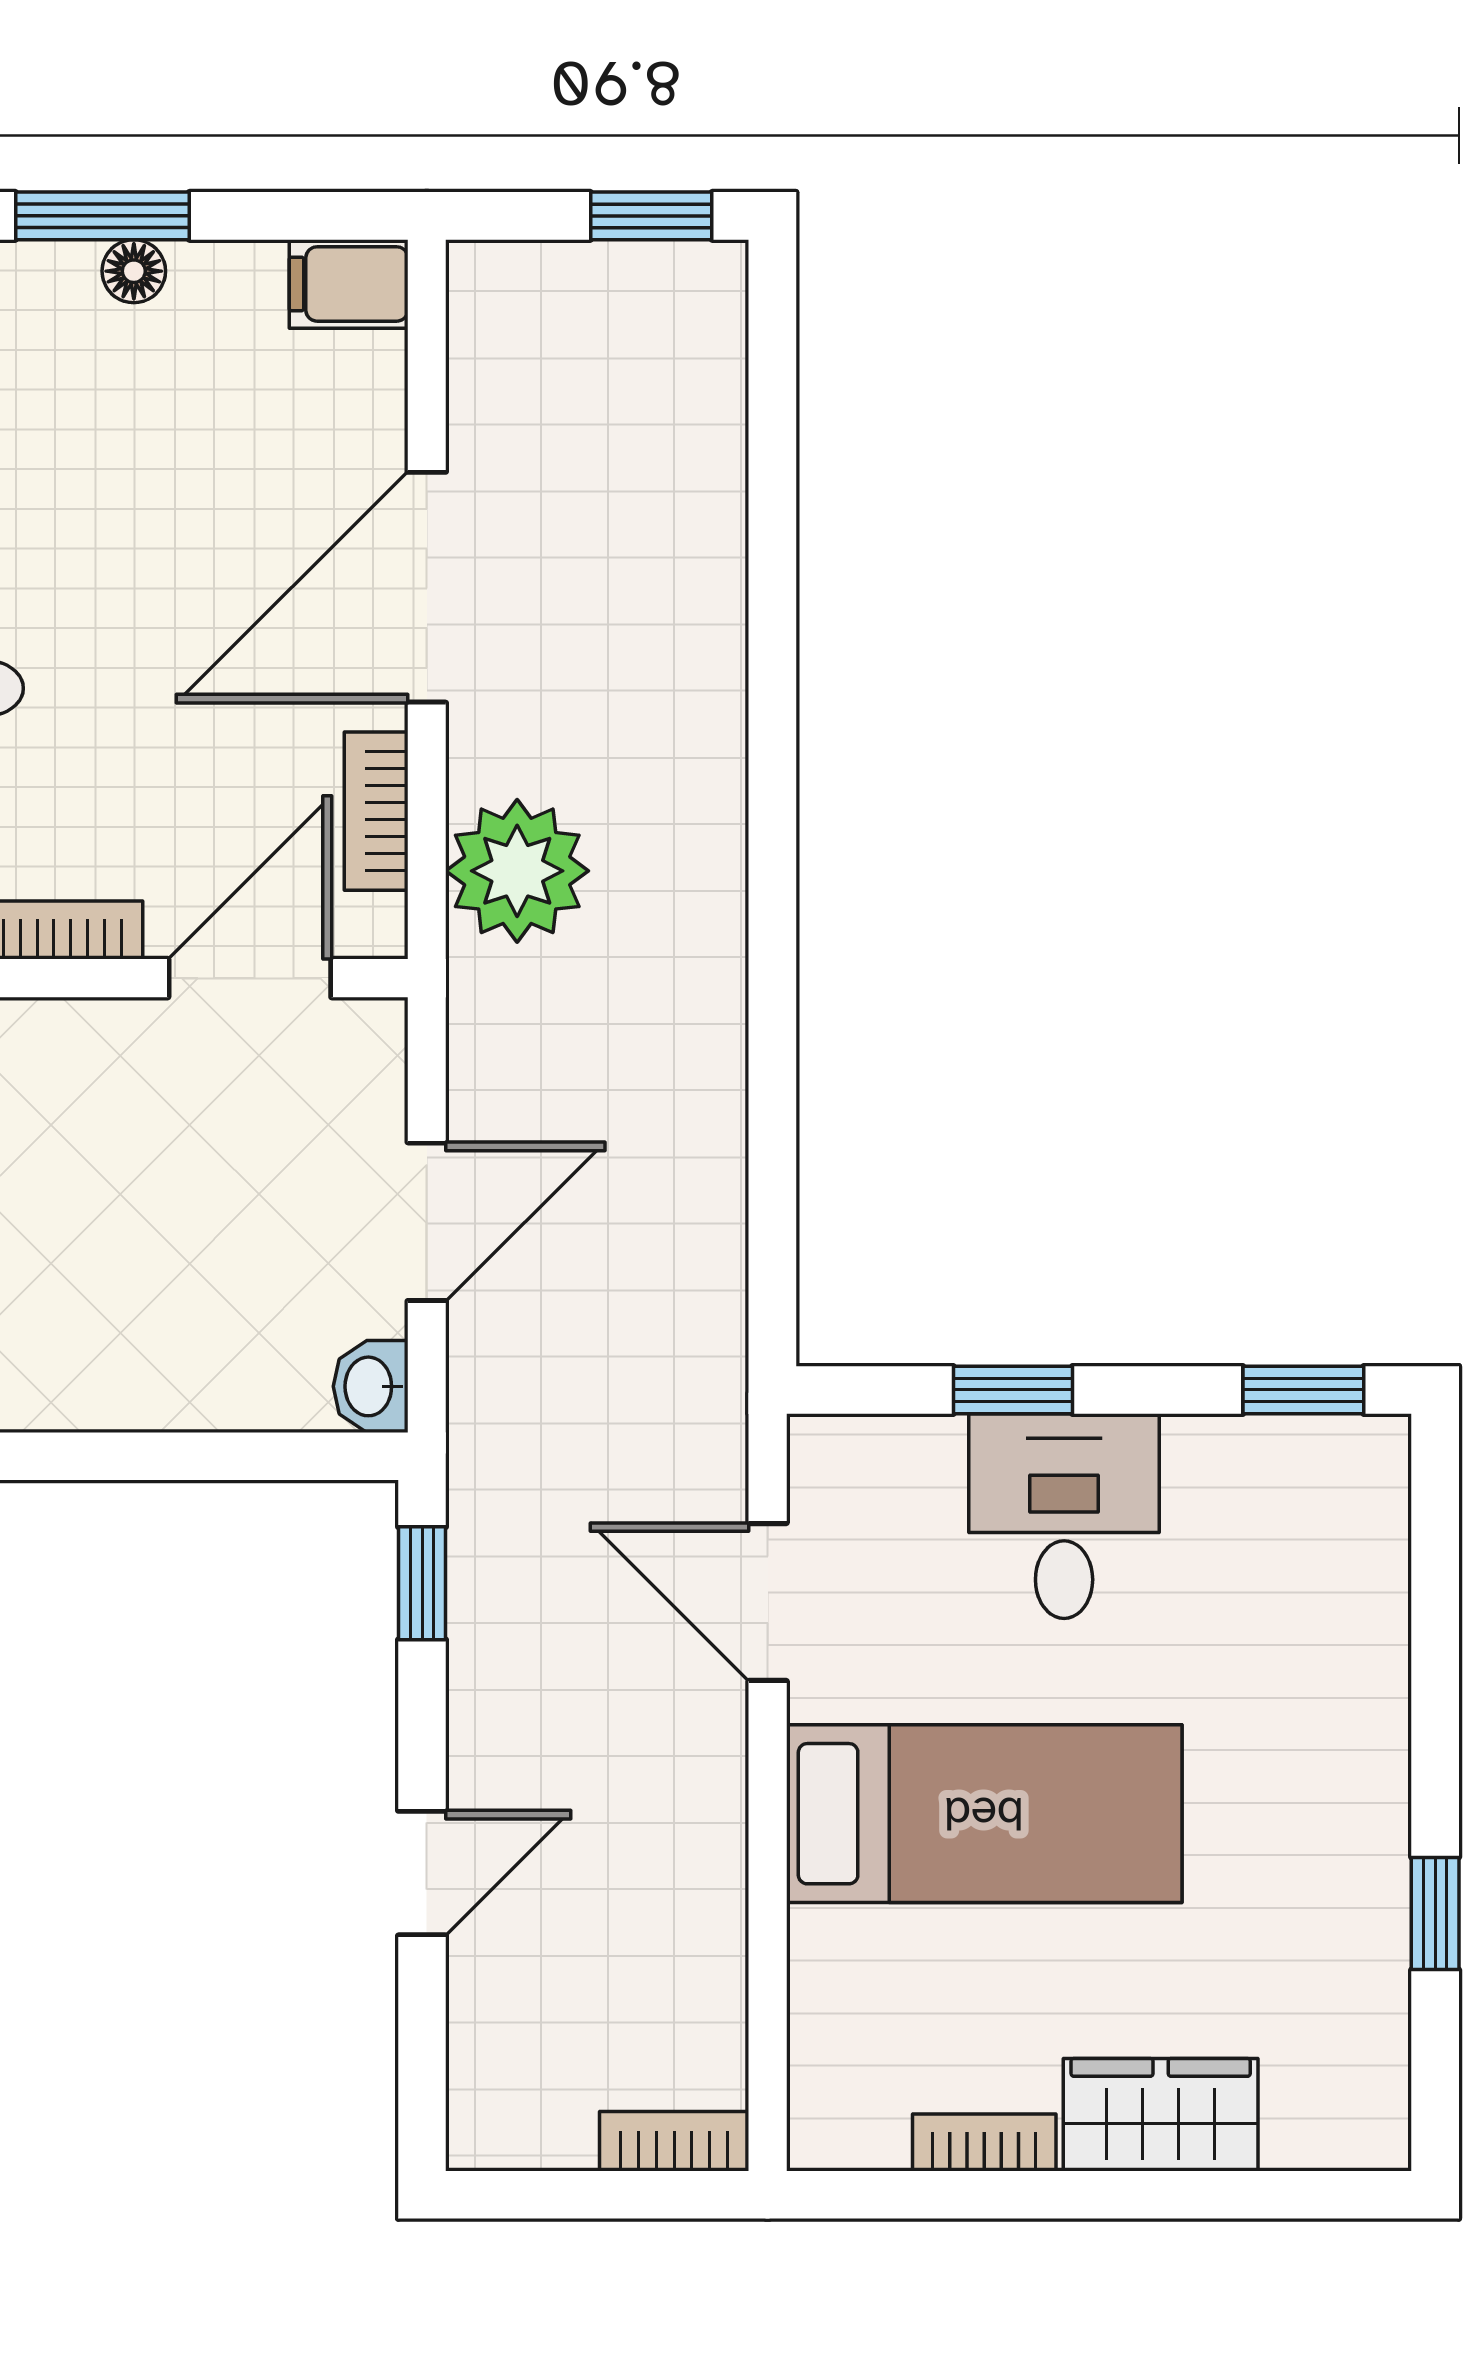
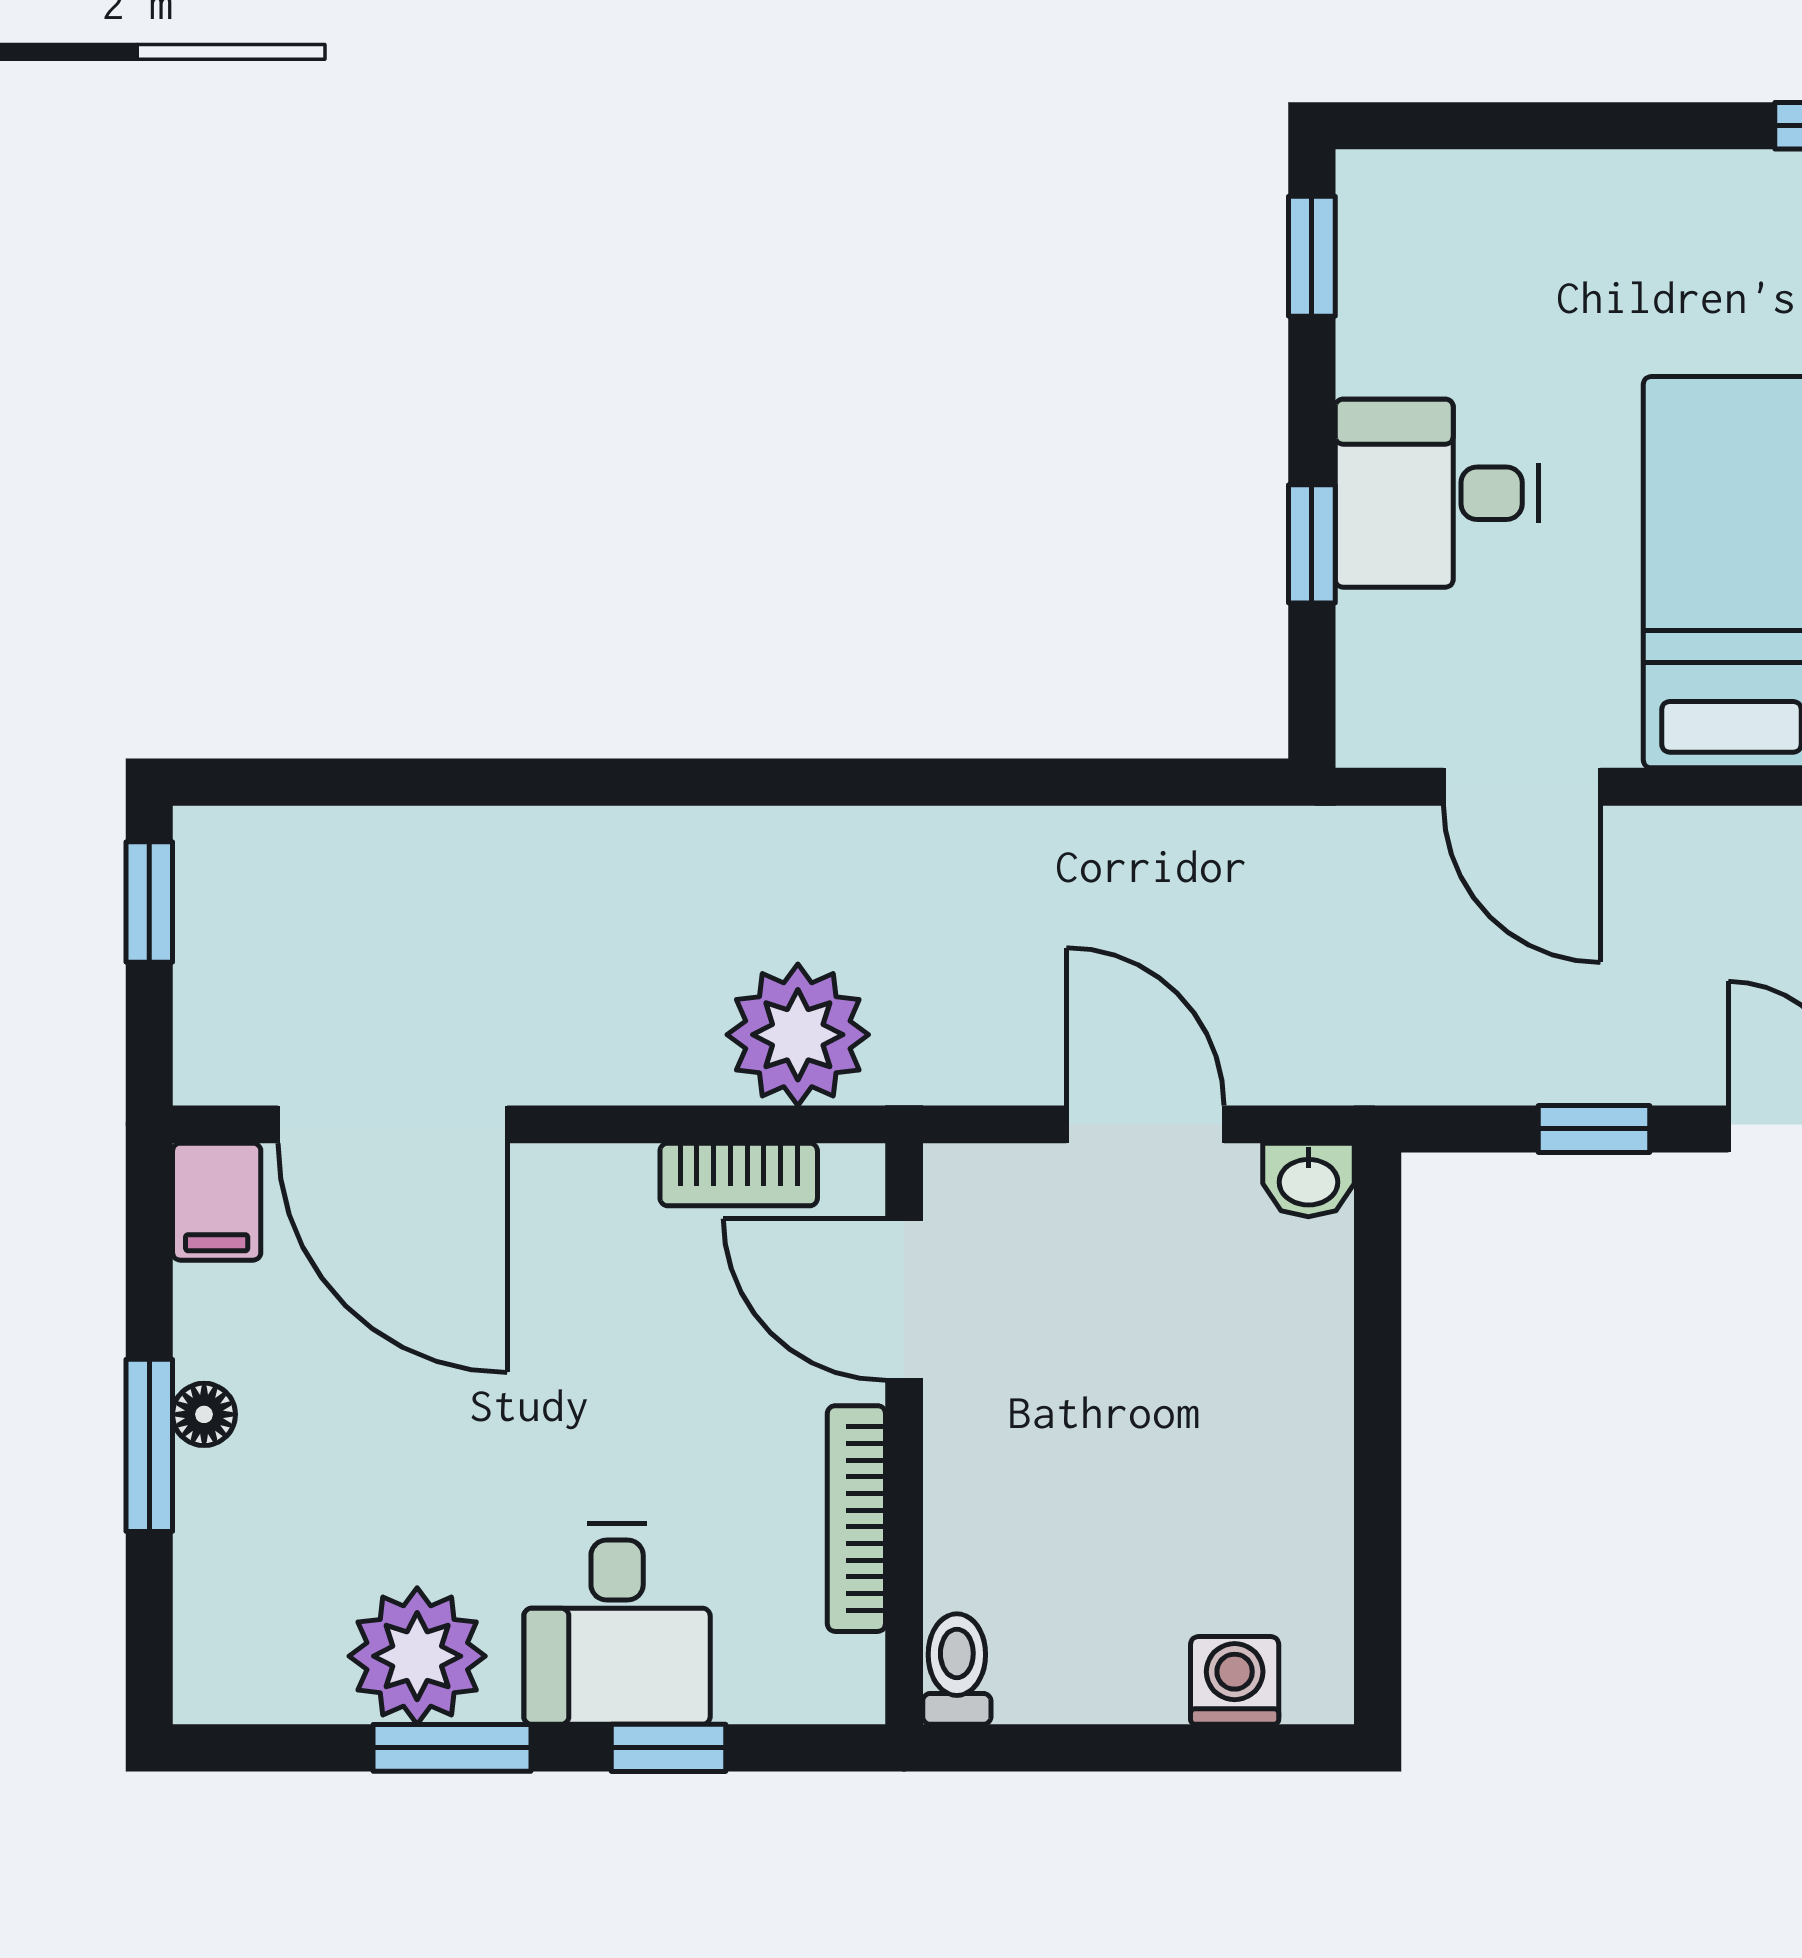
door: (427, 587) -> (392, 1124), moved
window: (422, 1583) -> (1594, 1129), moved
door: (768, 1602) -> (1522, 787), hinge flipped

